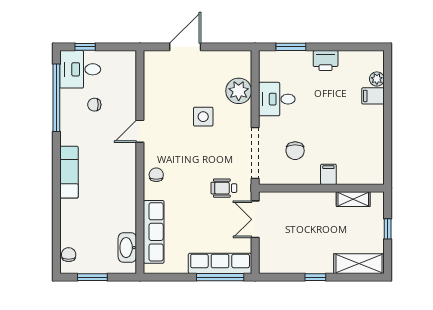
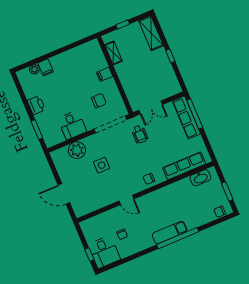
window: (56, 98) -> (178, 238), moved

